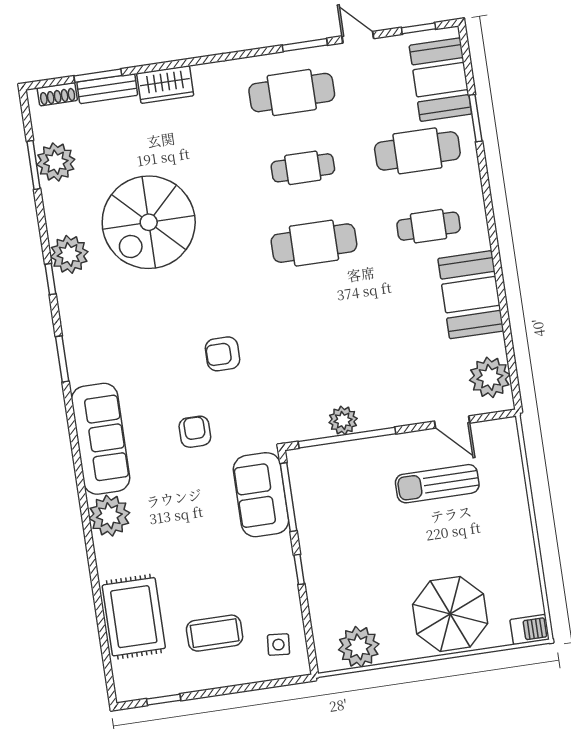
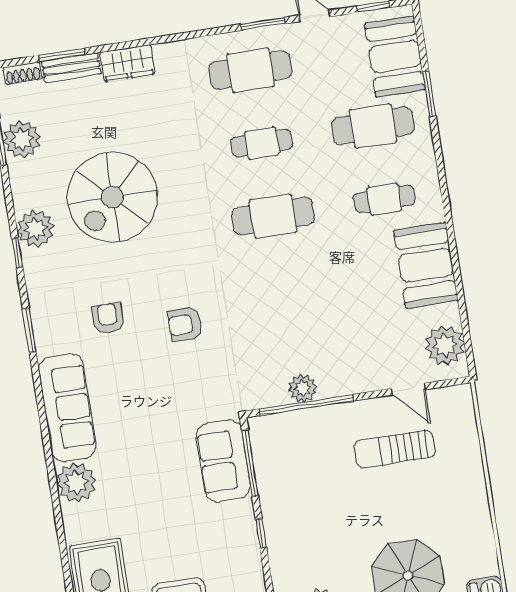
armchair: (195, 432) -> (108, 318), moved

